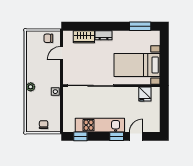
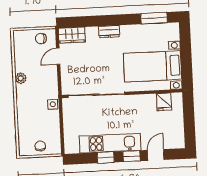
wardrobe: (84, 37) -> (72, 35), moved
plant: (31, 87) -> (21, 78), moved
window: (80, 136) -> (106, 157), moved

